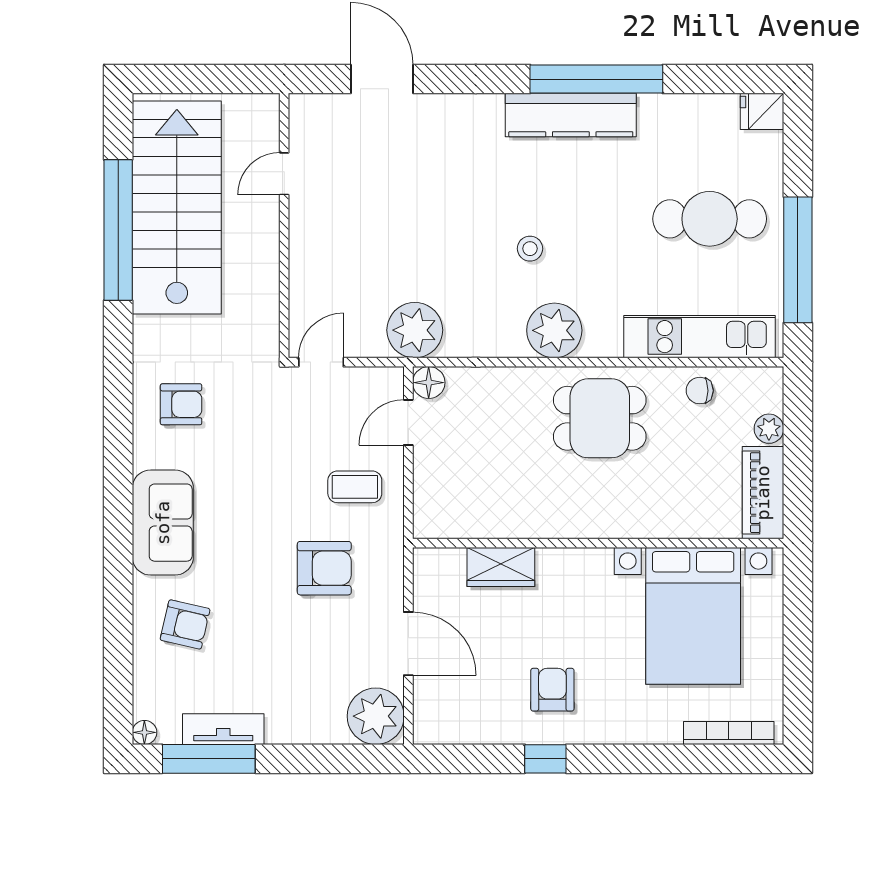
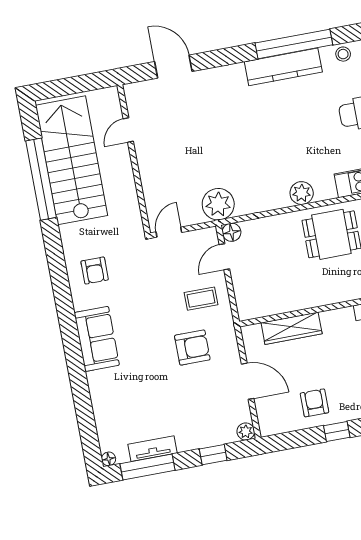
stool: (530, 249) -> (343, 54), moved
plant: (554, 330) -> (302, 193), width x0.73, depth x0.73
armchair: (181, 404) -> (95, 271), turned 90
wardrobe: (501, 567) -> (292, 328), width x1.50
armchair: (185, 624) -> (120, 394), removed
armchair: (552, 690) -> (314, 403), moved
plant: (376, 716) -> (246, 431), width x0.53, depth x0.53
window: (326, 759) -> (213, 455), added

